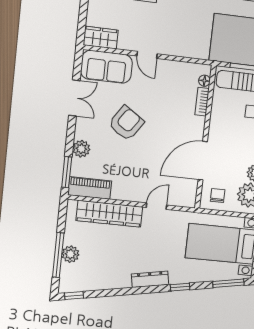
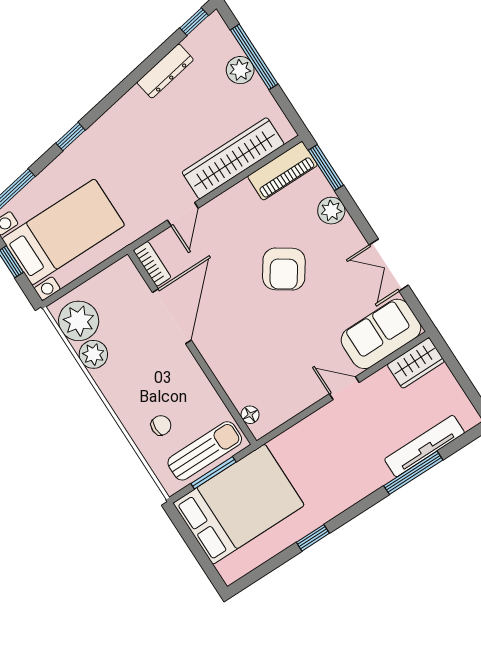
bookcase: (202, 102) -> (152, 264), moved
armchair: (126, 123) -> (284, 269), moved
chair: (218, 196) -> (118, 288), removed
dresser: (150, 279) -> (165, 71), moved

